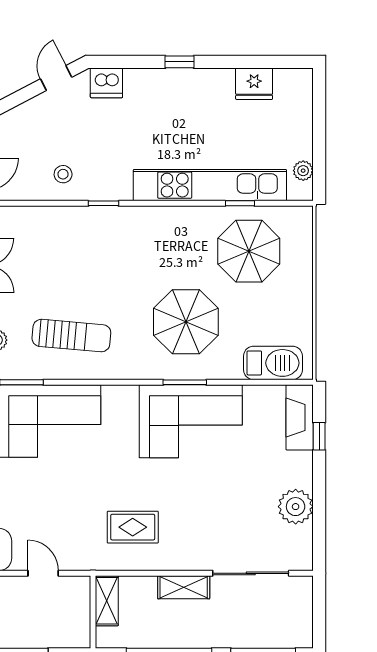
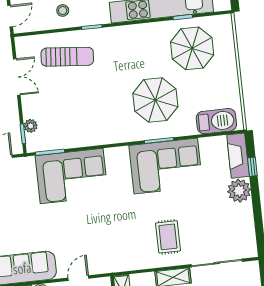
sun lounger: (71, 336) -> (67, 57), moved
plant: (296, 507) -> (239, 191), moved
rug: (133, 527) -> (168, 237), moved, turned 90
door: (43, 573) -> (78, 278), hinge flipped

